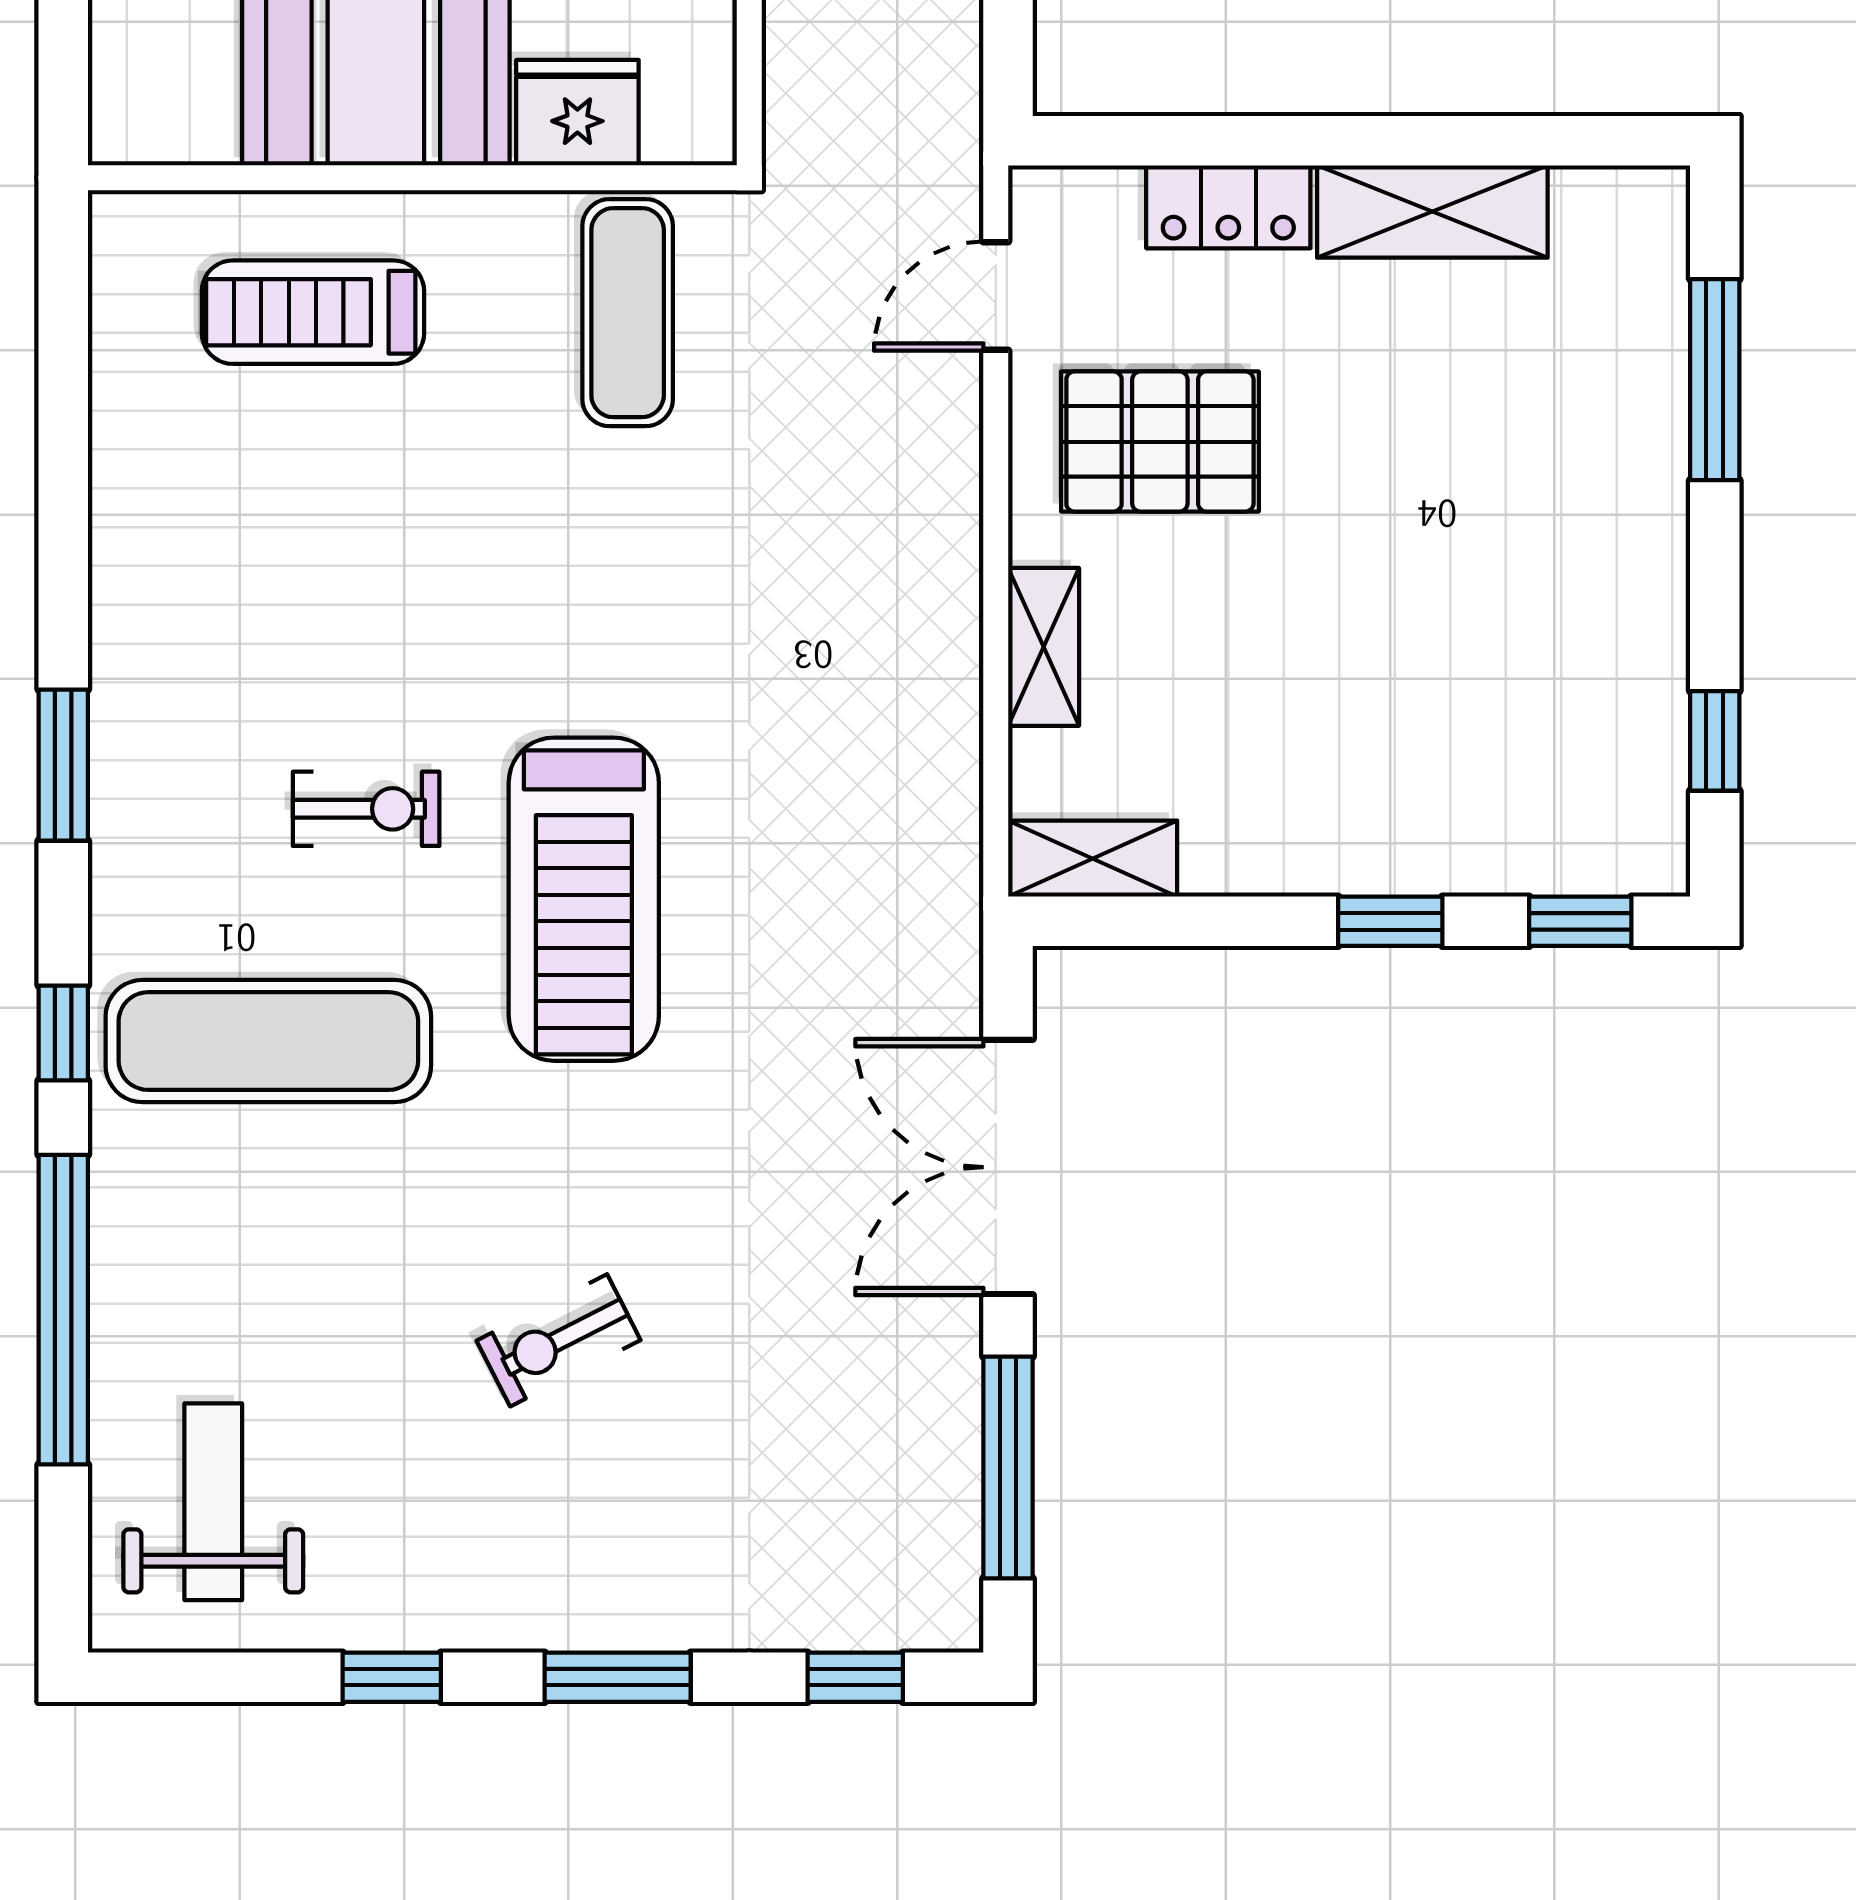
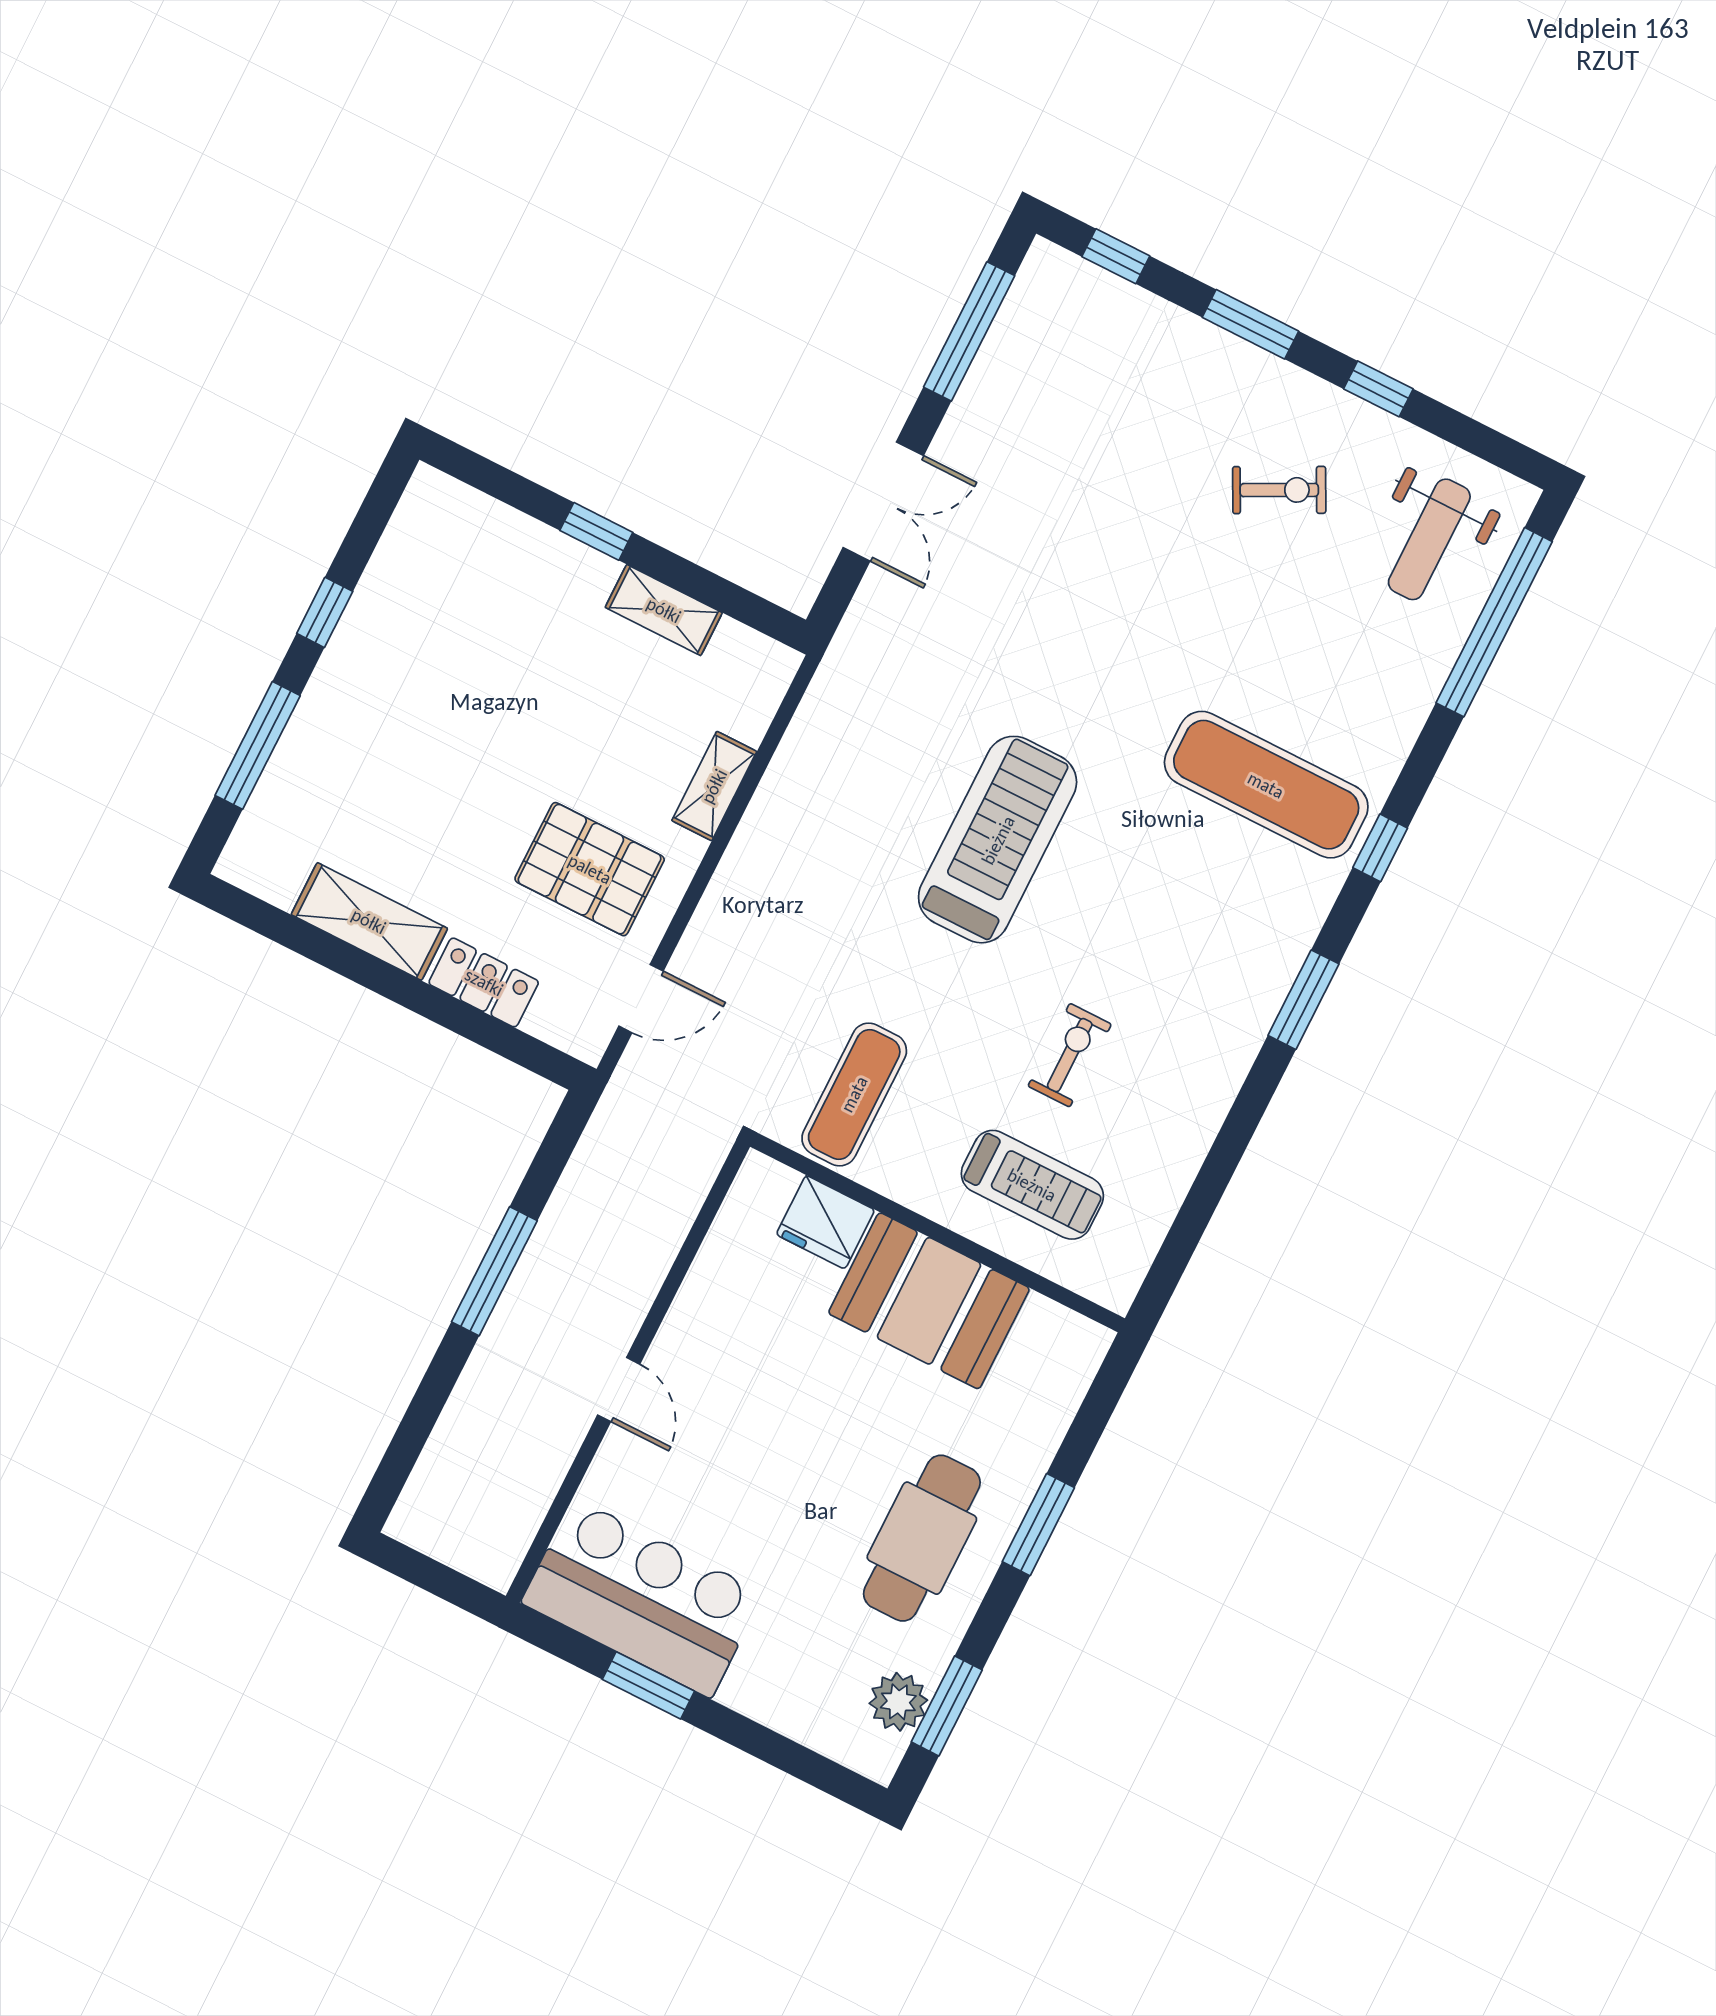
window: (1715, 741) -> (325, 612), moved
exercise bike: (366, 809) -> (1070, 1055), moved, turned 90
shelving: (1093, 859) -> (664, 610), moved
treadmill: (584, 899) -> (998, 840), moved
window: (1580, 921) -> (489, 477), removed
double door: (1008, 1167) -> (883, 502), width x0.73
window: (63, 1310) -> (1494, 622), moved
exercise bike: (559, 1340) -> (1279, 490), moved

